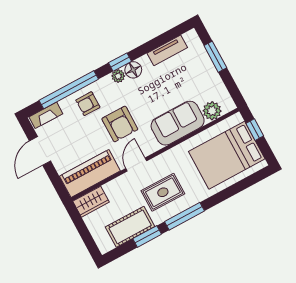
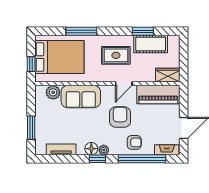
window: (184, 216) -> (81, 31), moved

